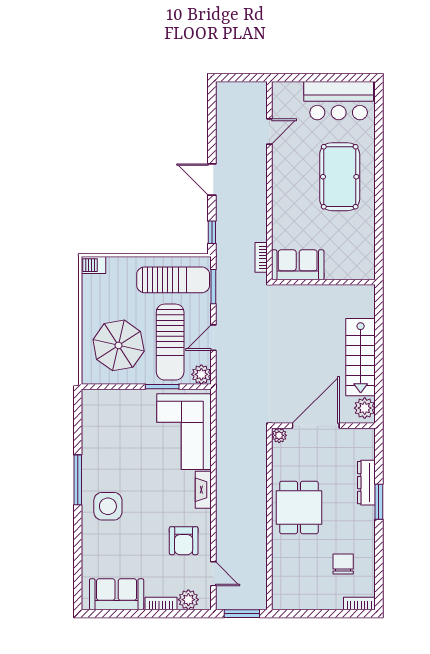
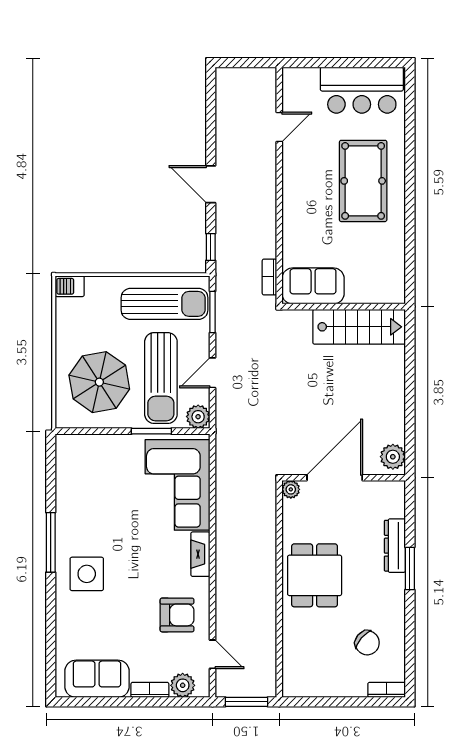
stairs: (361, 357) -> (359, 327), moved, turned -90
armchair: (184, 541) -> (177, 615), turned -90
chair: (343, 564) -> (367, 643), turned 130

